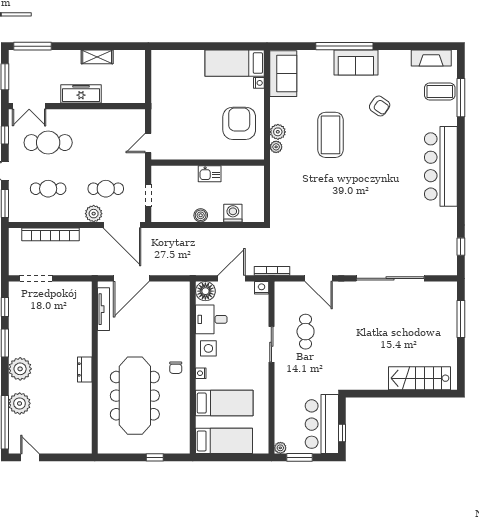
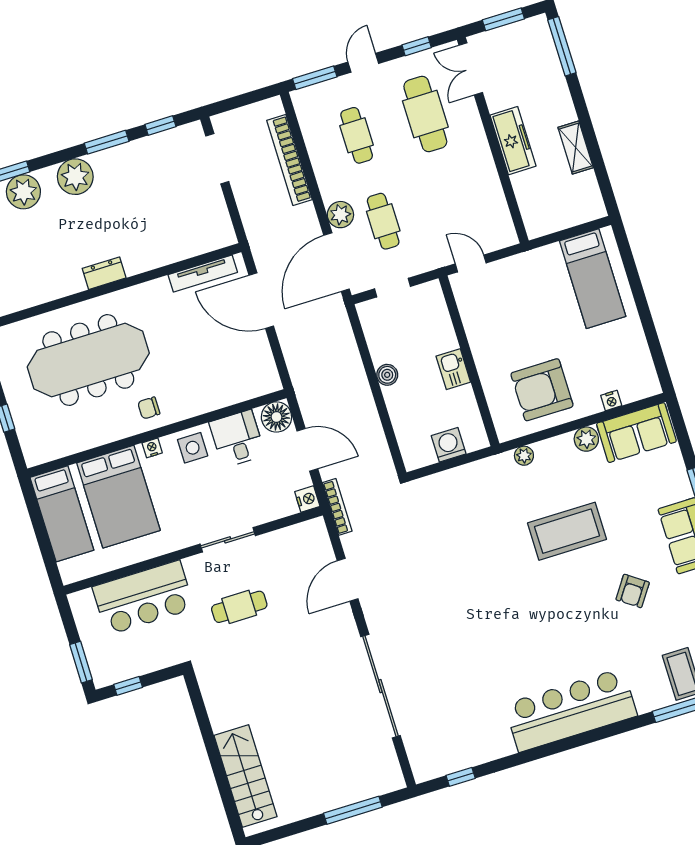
bed: (235, 63) -> (593, 279), moved, turned 180
armchair: (239, 123) -> (542, 390), turned 180
plant: (278, 132) -> (586, 439), moved
washing machine: (233, 213) -> (449, 445), moved, turned -90
cafe table: (306, 332) -> (239, 607), moved
bed: (224, 403) -> (118, 497), width x1.50
bar counter: (322, 424) -> (143, 598), moved, turned 180
plant: (280, 448) -> (78, 601), removed
window: (300, 457) -> (81, 662), moved

